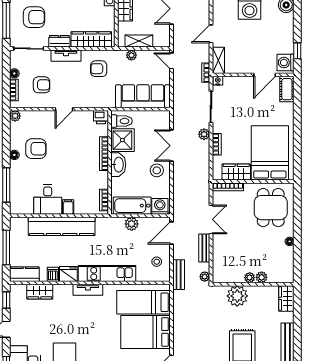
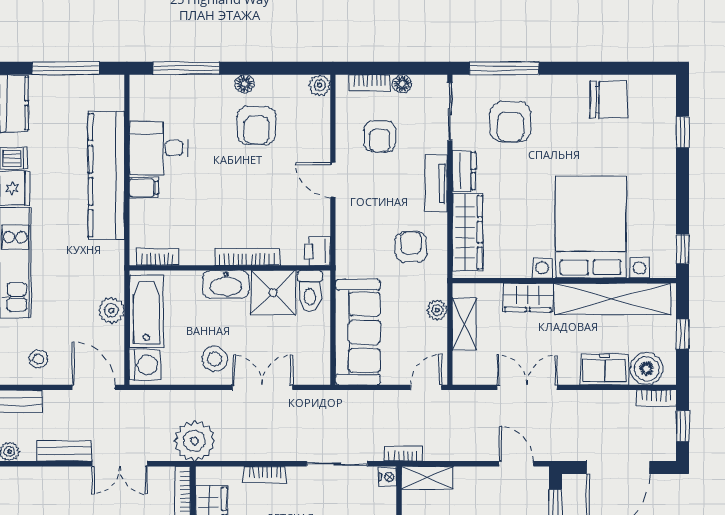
door: (211, 34) -> (516, 464), moved
plant: (204, 134) -> (194, 441), moved, width x1.88, depth x1.88

